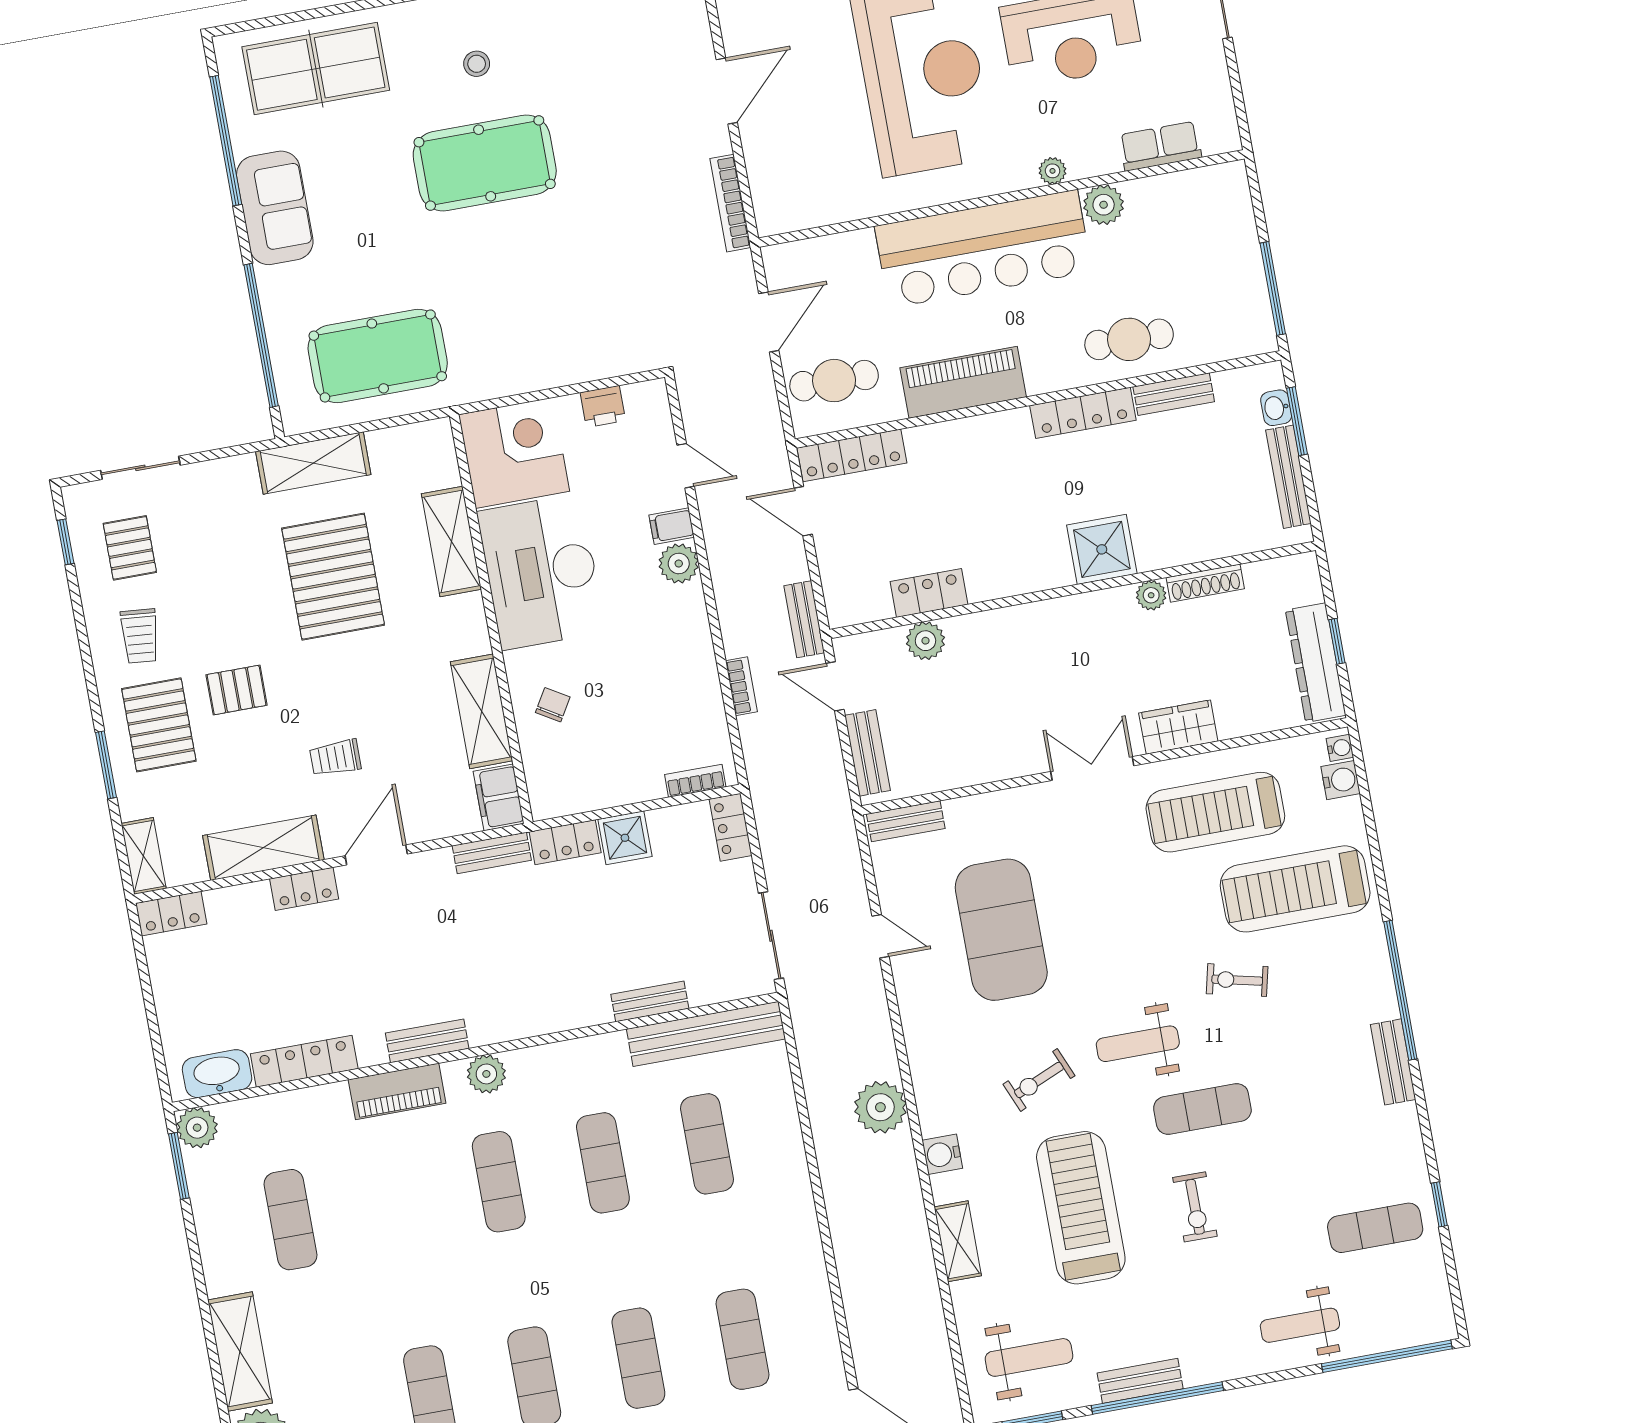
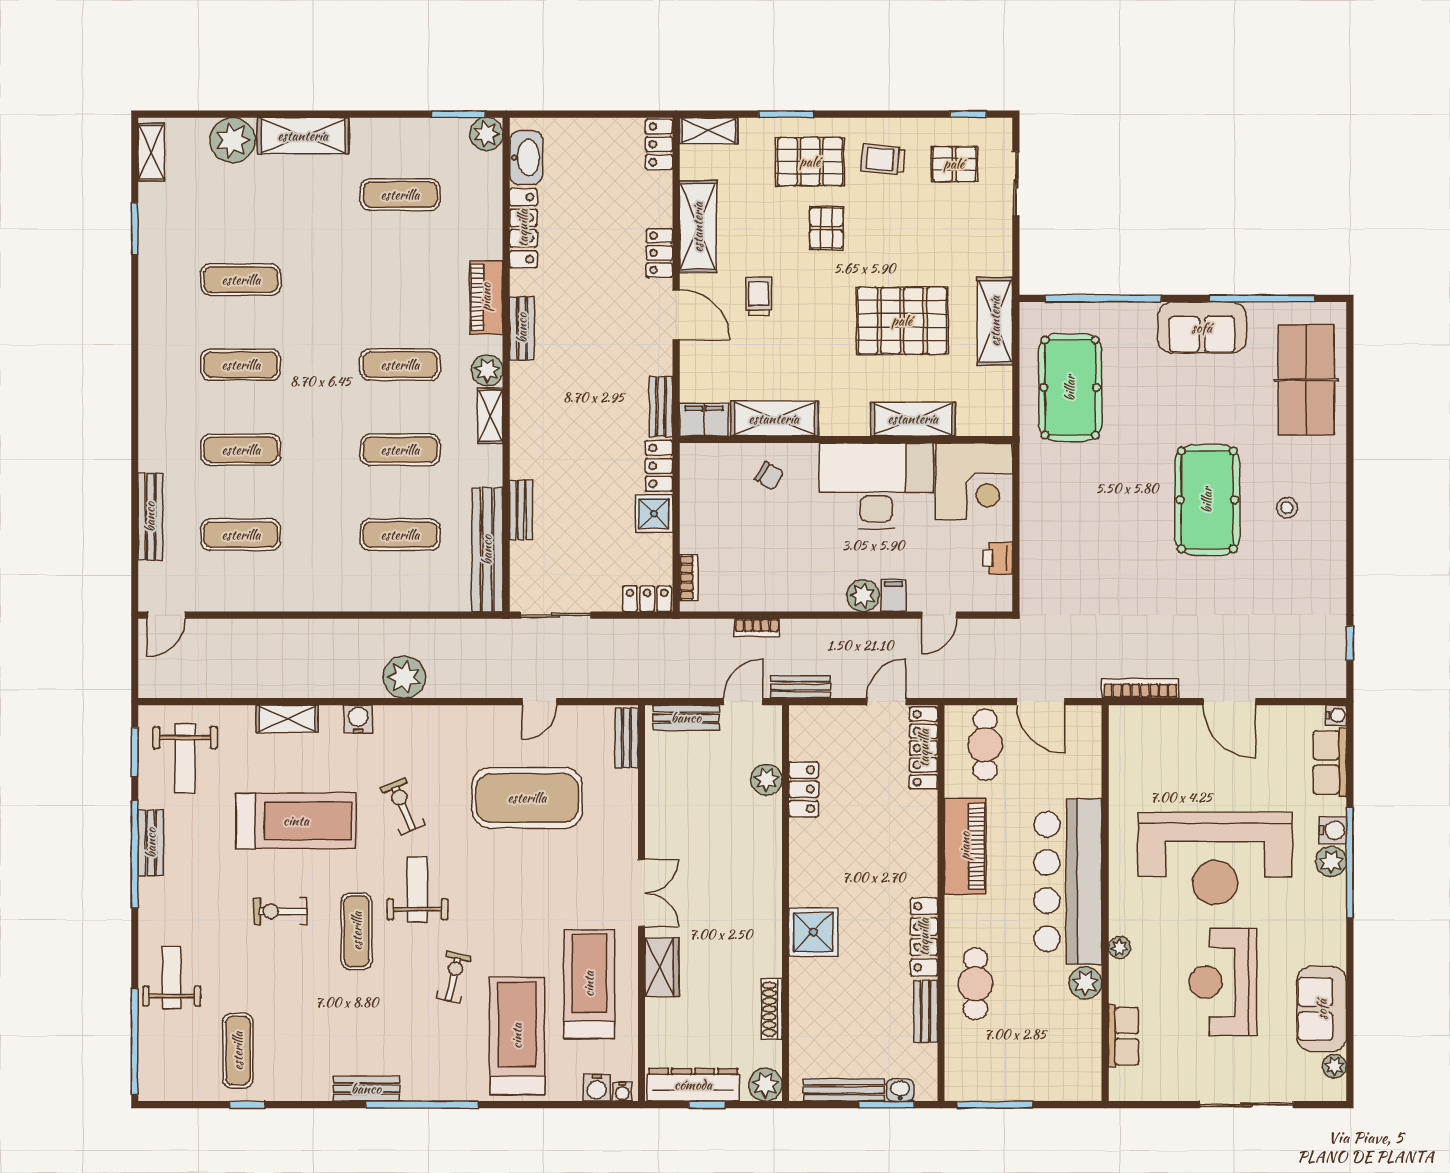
plant: (1151, 595) -> (765, 1085), moved, width x1.38, depth x1.38
shelving: (541, 1060) -> (490, 416), added

